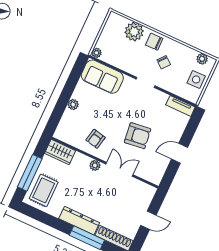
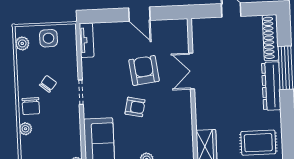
plant: (134, 32) -> (26, 129), width x0.53, depth x0.53
armchair: (96, 139) -> (135, 107), moved
plant: (95, 165) -> (201, 100), removed

